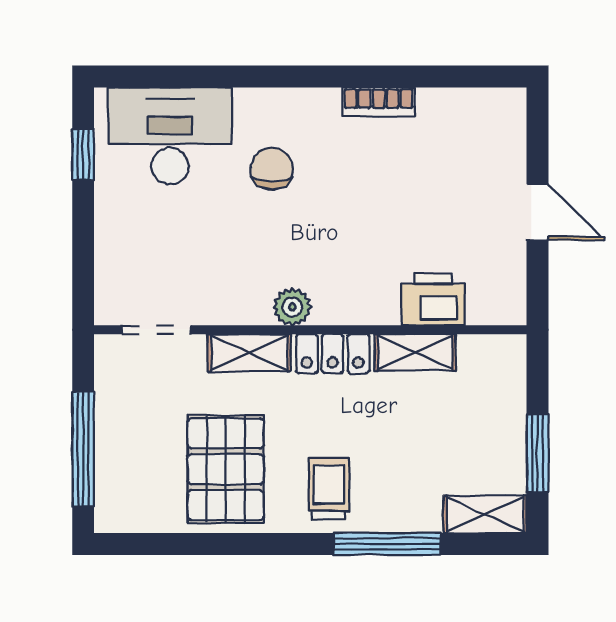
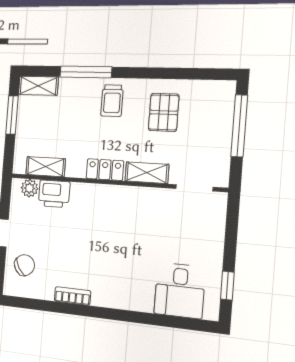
desk: (170, 136) -> (180, 290), width x0.73
chair: (272, 169) -> (24, 265), moved, turned -122
plant: (292, 307) -> (29, 188), moved
shelving: (415, 352) -> (46, 167), moved
pallet: (226, 469) -> (164, 112), width x0.67, depth x0.71

